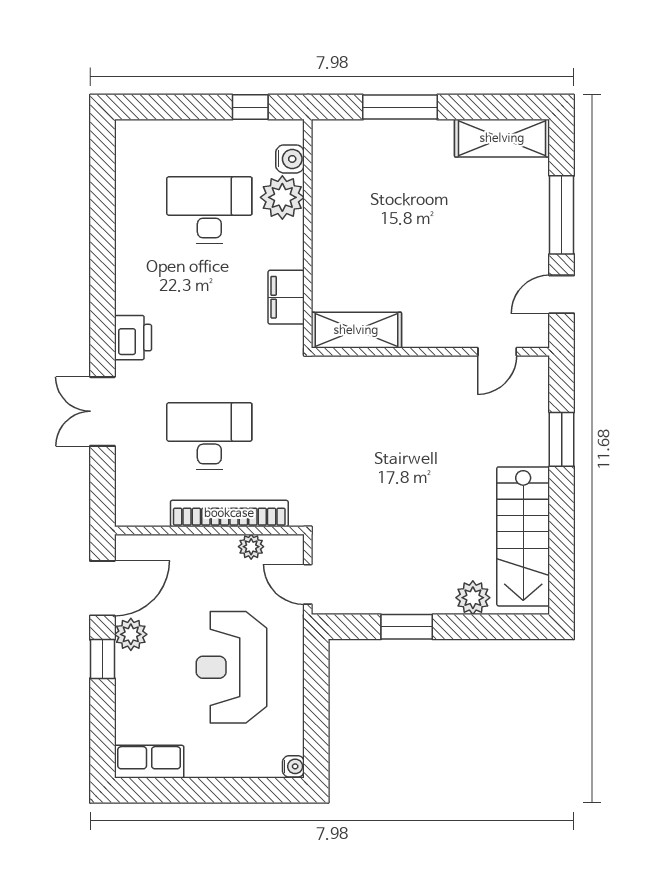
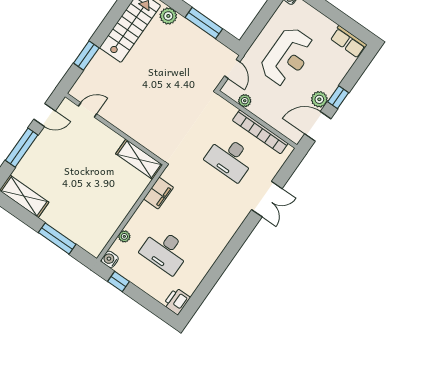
water cooler: (290, 159) -> (110, 259), moved
plant: (282, 197) -> (124, 236), width x0.53, depth x0.53
printer: (133, 338) -> (177, 301), moved
bookcase: (229, 513) -> (260, 132), moved
window: (407, 627) -> (204, 23), width x1.44

